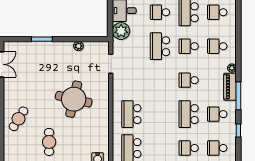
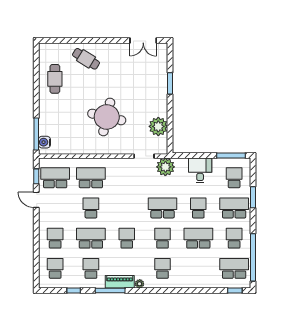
school desk: (217, 12) -> (91, 208), moved
plant: (121, 31) -> (165, 167), moved
plant: (79, 46) -> (158, 126), width x1.87, depth x1.87
cafe table: (49, 142) -> (55, 79), moved, turned 90

